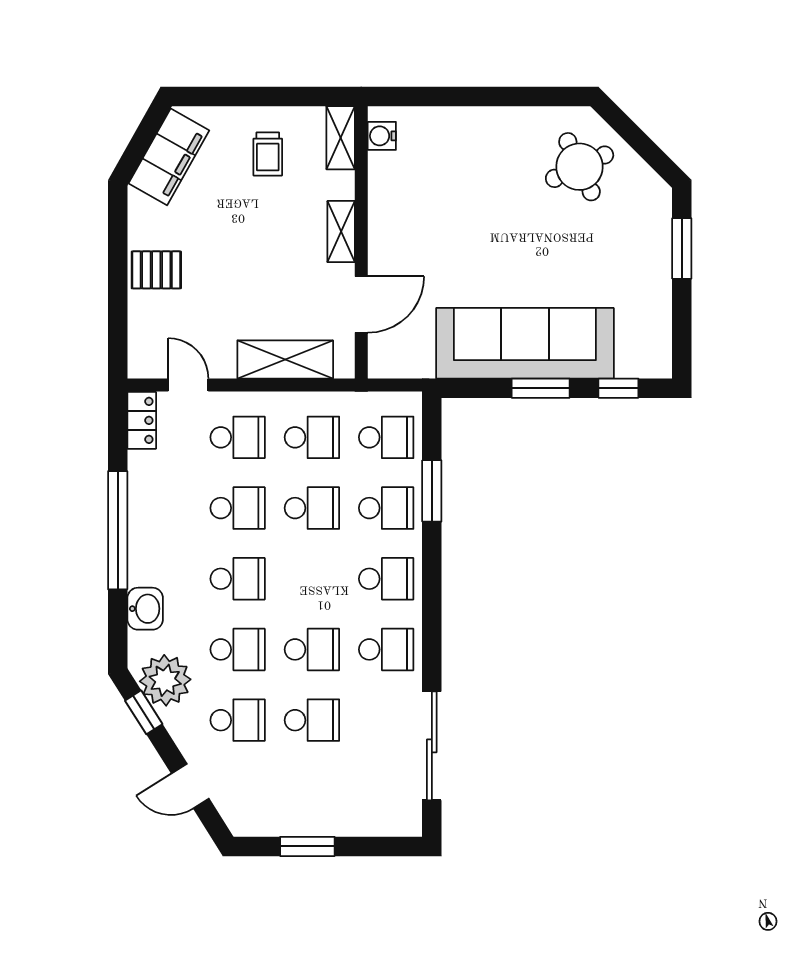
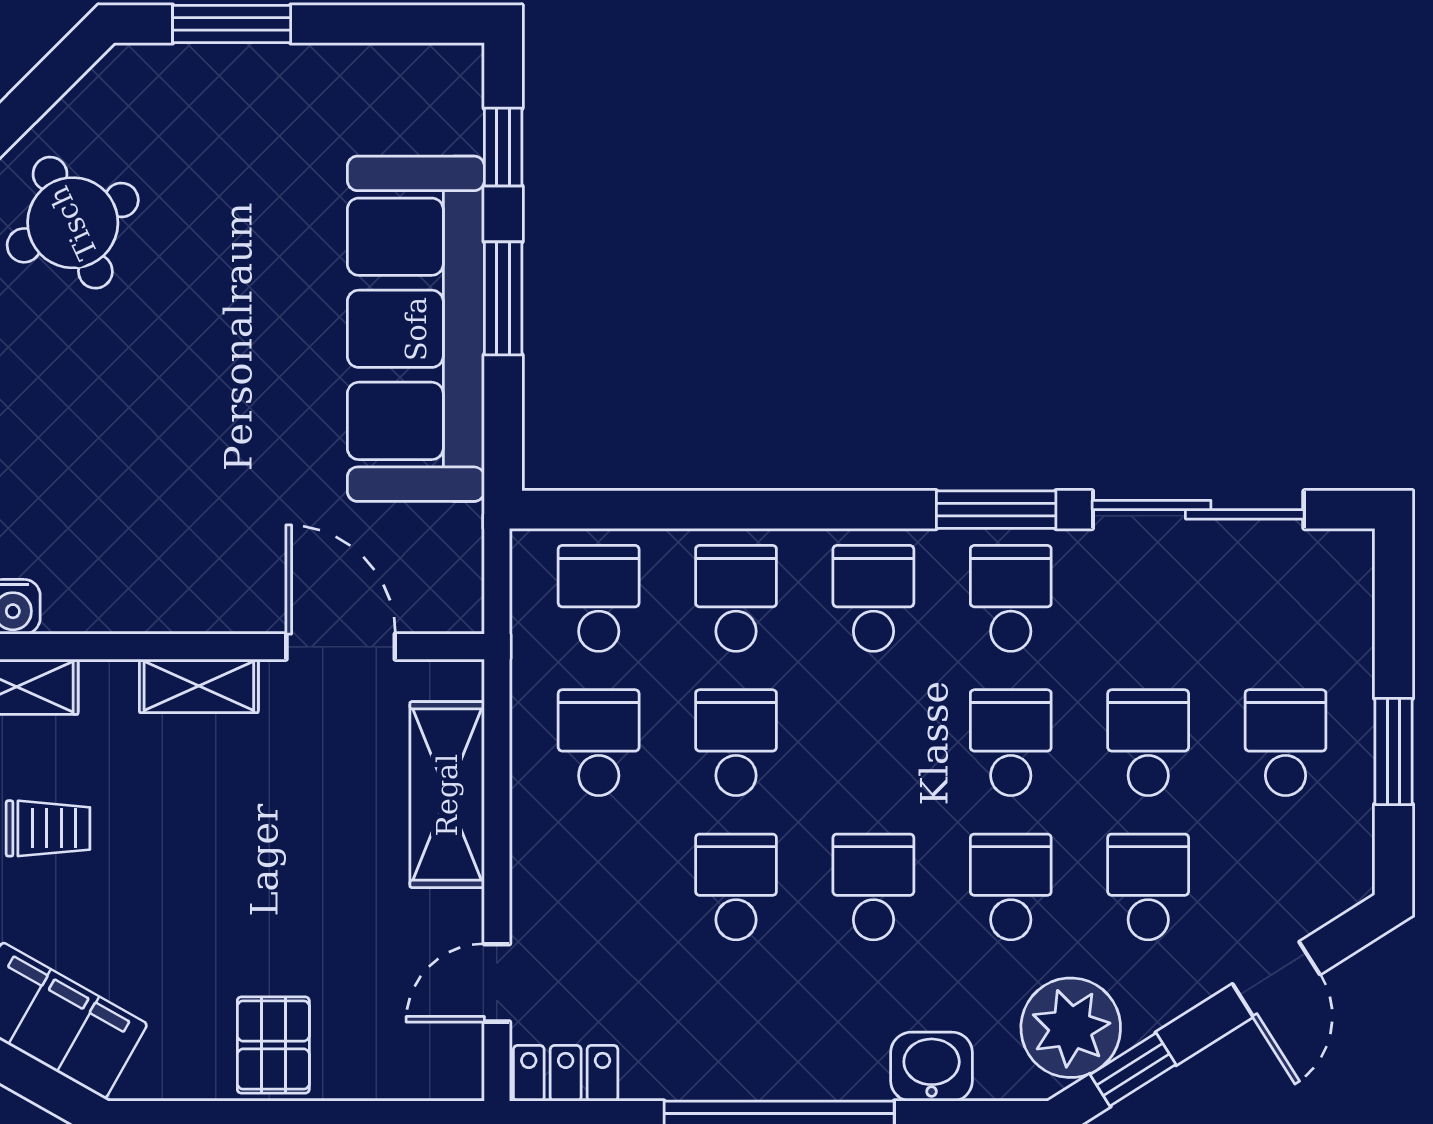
school desk: (238, 437) -> (1286, 743), moved
window: (432, 491) -> (996, 510), moved

